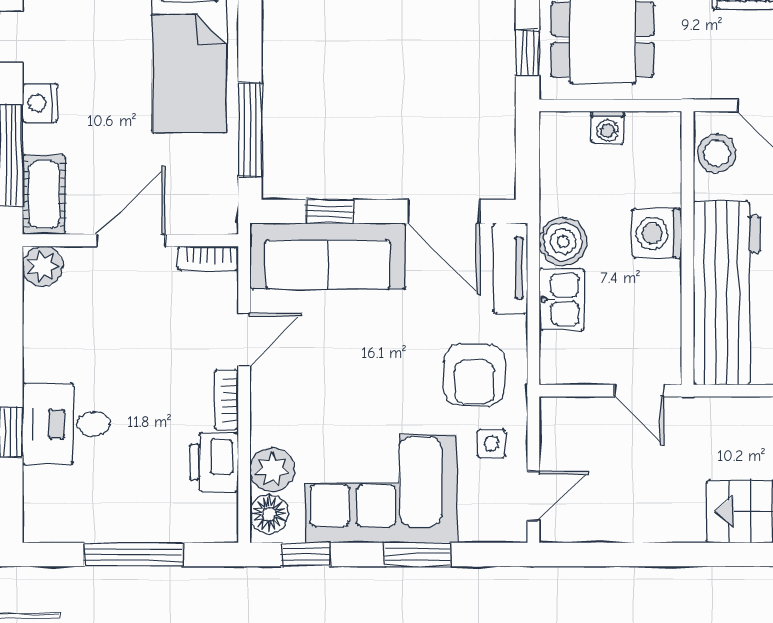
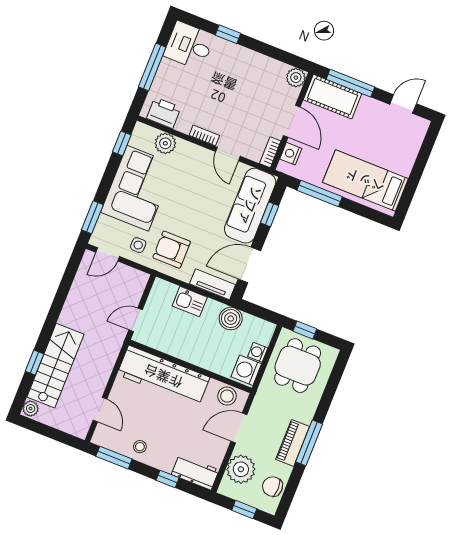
nightstand: (40, 103) -> (291, 154), moved, turned -90
cot: (44, 195) -> (332, 97), width x1.37, depth x1.34
washing machine: (657, 233) -> (246, 370), moved, turned -90
boiler: (563, 241) -> (231, 319), moved
desk: (66, 424) -> (189, 46), moved, turned -90
printer: (214, 462) -> (164, 113), moved
door: (533, 496) -> (108, 254), hinge flipped
floor lamp: (269, 514) -> (146, 134), removed
window: (418, 554) -> (92, 217), moved

